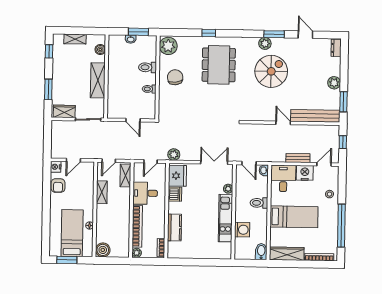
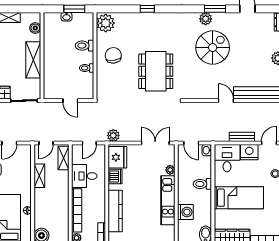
dining table: (219, 65) -> (156, 71), moved
kitchen counter: (174, 228) -> (115, 211), width x1.50

